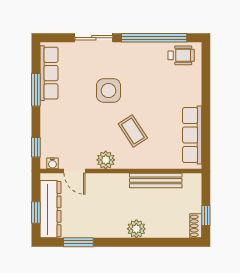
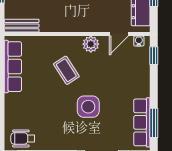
window: (36, 90) -> (154, 123), moved
door: (74, 171) -> (119, 34), swing flipped
bench: (156, 180) -> (22, 26), moved, width x0.73

